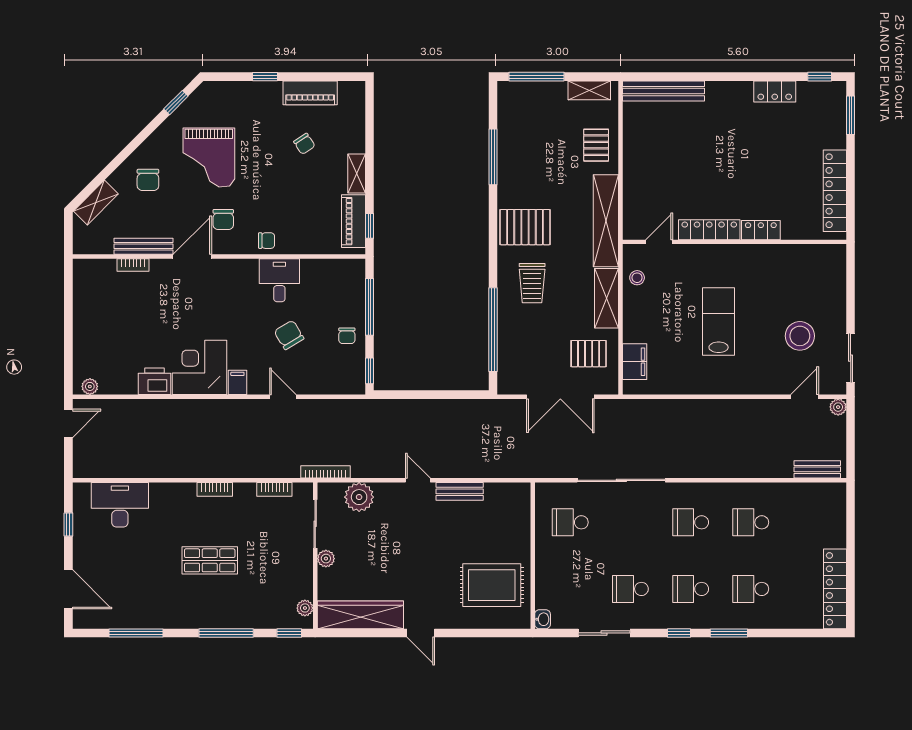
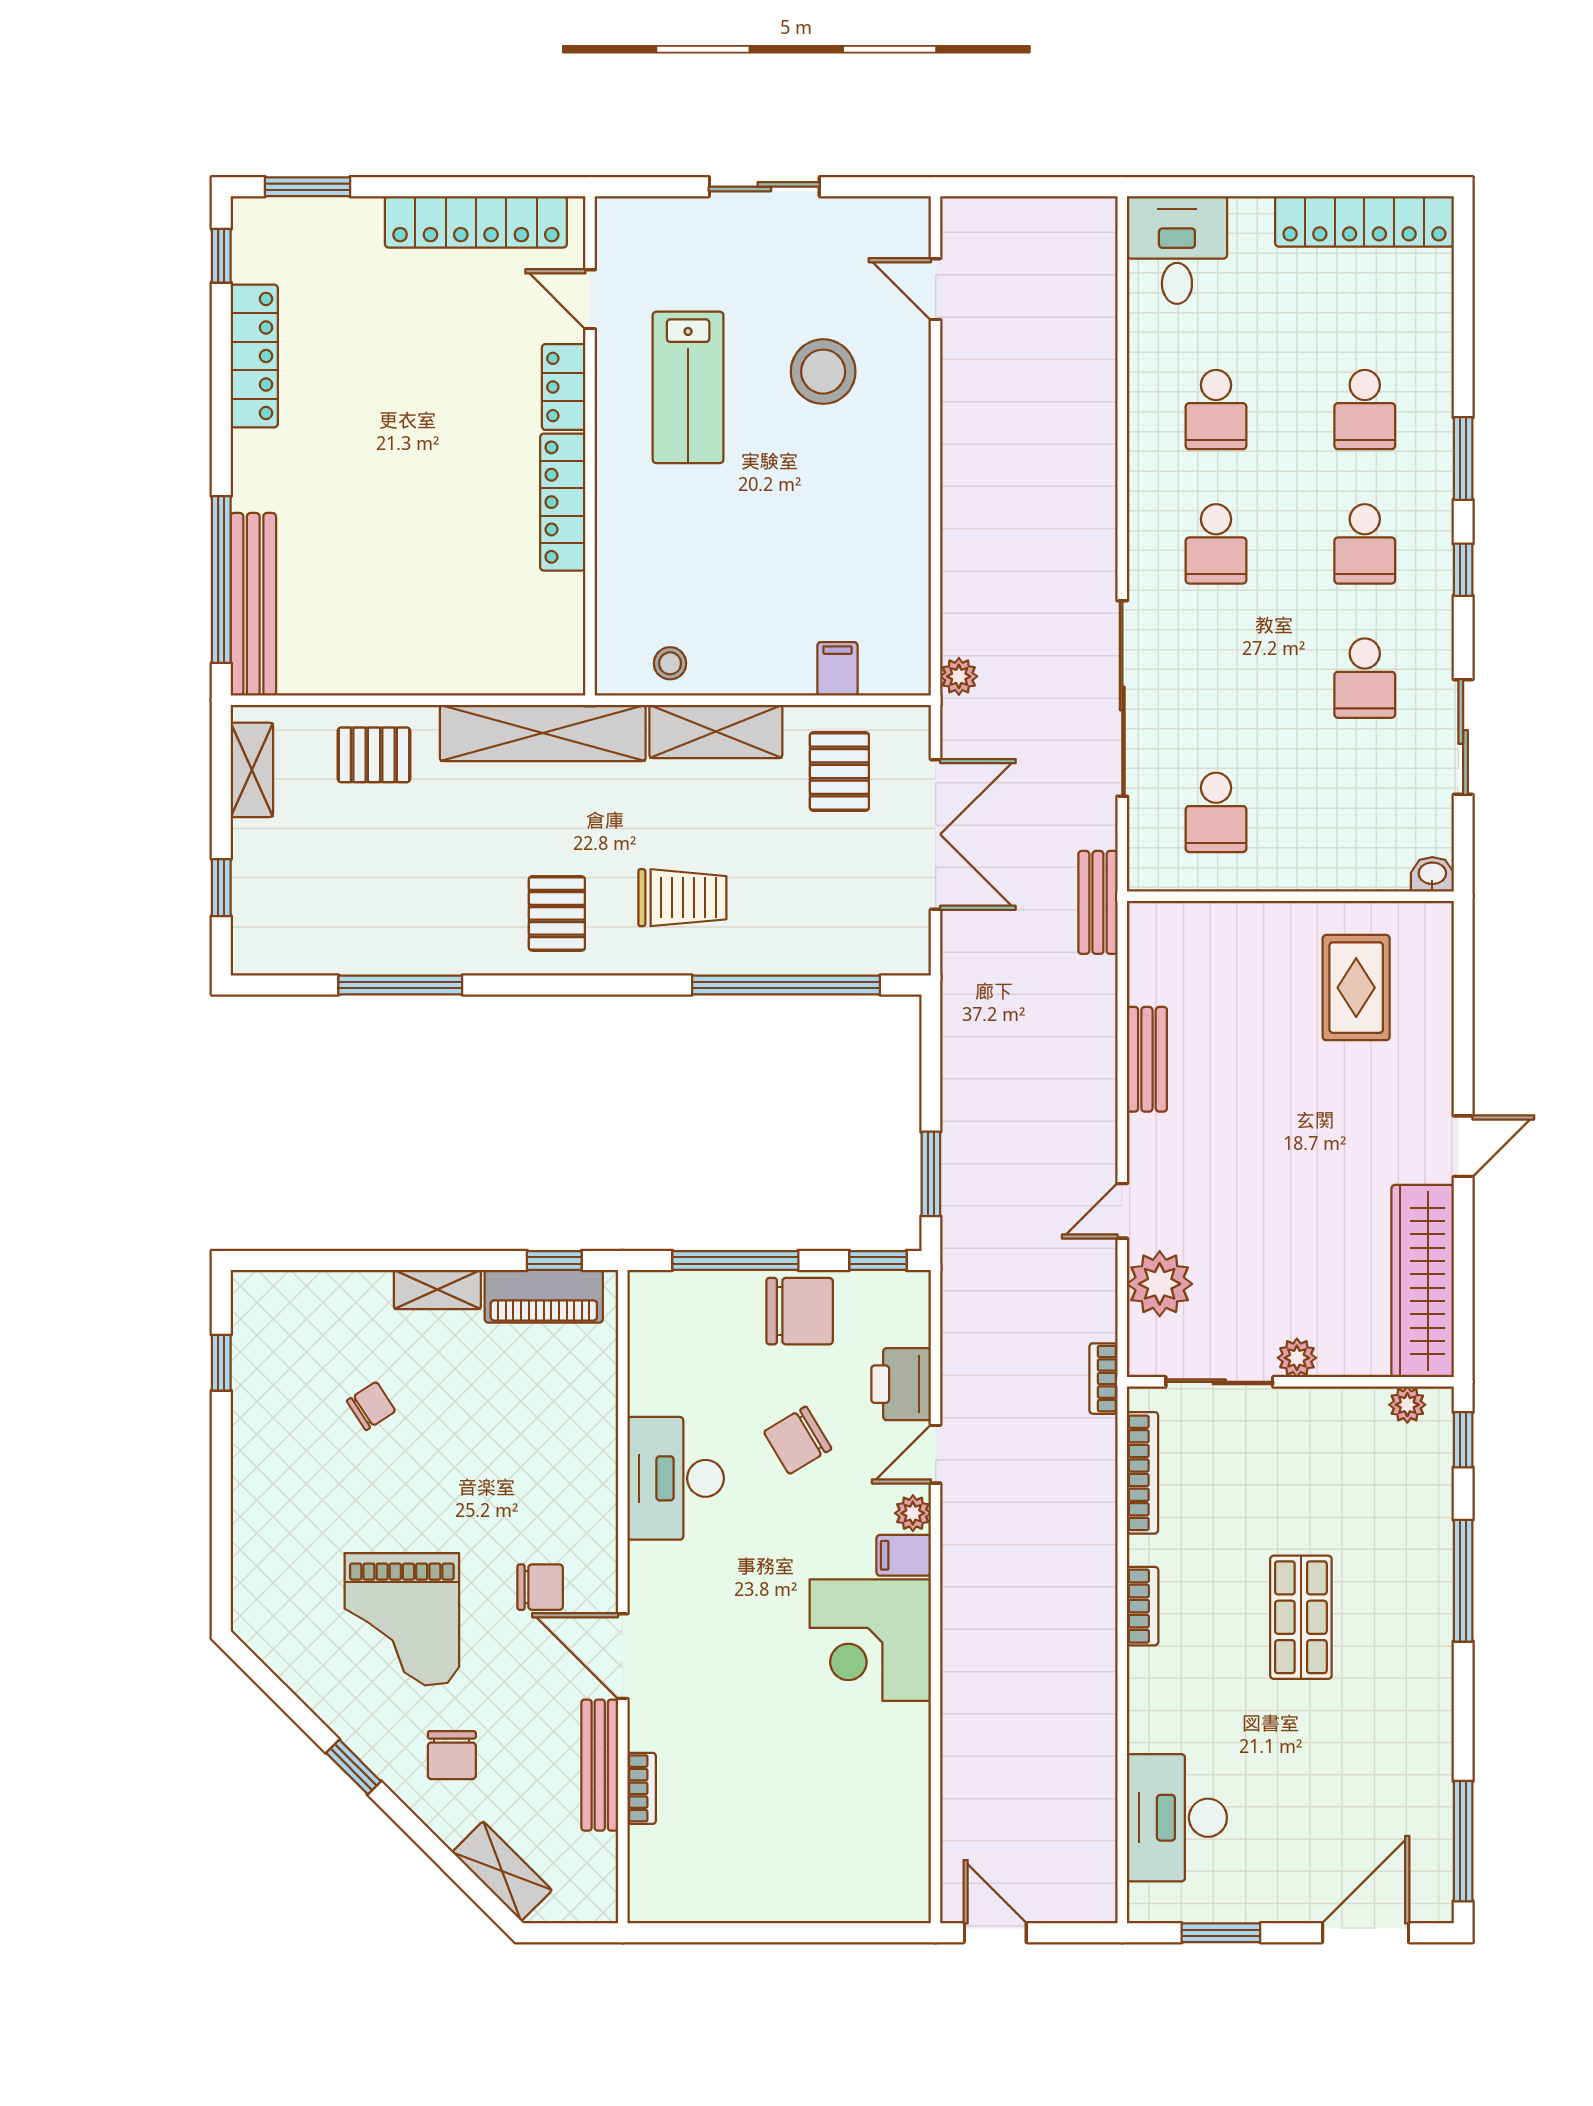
window: (265, 77) -> (221, 1363), moved
window: (537, 77) -> (221, 888), width x0.46
window: (675, 77) -> (221, 580), added
locker: (775, 91) -> (254, 356), width x1.53
piano: (310, 93) -> (258, 1393), removed
window: (176, 103) -> (354, 1767), moved
grand piano: (209, 158) -> (402, 1619), turned 90
chair: (148, 180) -> (452, 1755), turned 90
pallet: (525, 227) -> (557, 913), width x0.67, depth x0.71
chair: (267, 241) -> (587, 1490), removed
door: (659, 242) -> (590, 299), moved
desk: (279, 280) -> (676, 1478), width x1.37
lab bench: (719, 322) -> (688, 387), moved, turned -90
chair: (347, 336) -> (800, 1311), width x1.87, depth x1.87
stool: (800, 336) -> (823, 372), moved
sliding door: (851, 358) -> (764, 187), moved
filing cabinet: (635, 362) -> (837, 669), width x0.50
printer: (154, 381) -> (901, 1384), moved
plant: (90, 386) -> (913, 1513), moved
window: (408, 395) -> (931, 1174), added
plant: (838, 407) -> (959, 676), moved
bench: (817, 469) -> (1098, 902), moved
bookcase: (326, 472) -> (1104, 1379), width x0.64
door: (418, 480) -> (1122, 1211), moved
bookcase: (274, 489) -> (1143, 1473), width x1.56
desk: (822, 505) -> (1177, 250), added
window: (68, 525) -> (1221, 1933), width x1.50
rug: (492, 585) -> (1356, 988), width x0.73, depth x0.70
window: (136, 633) -> (1463, 1841), moved

